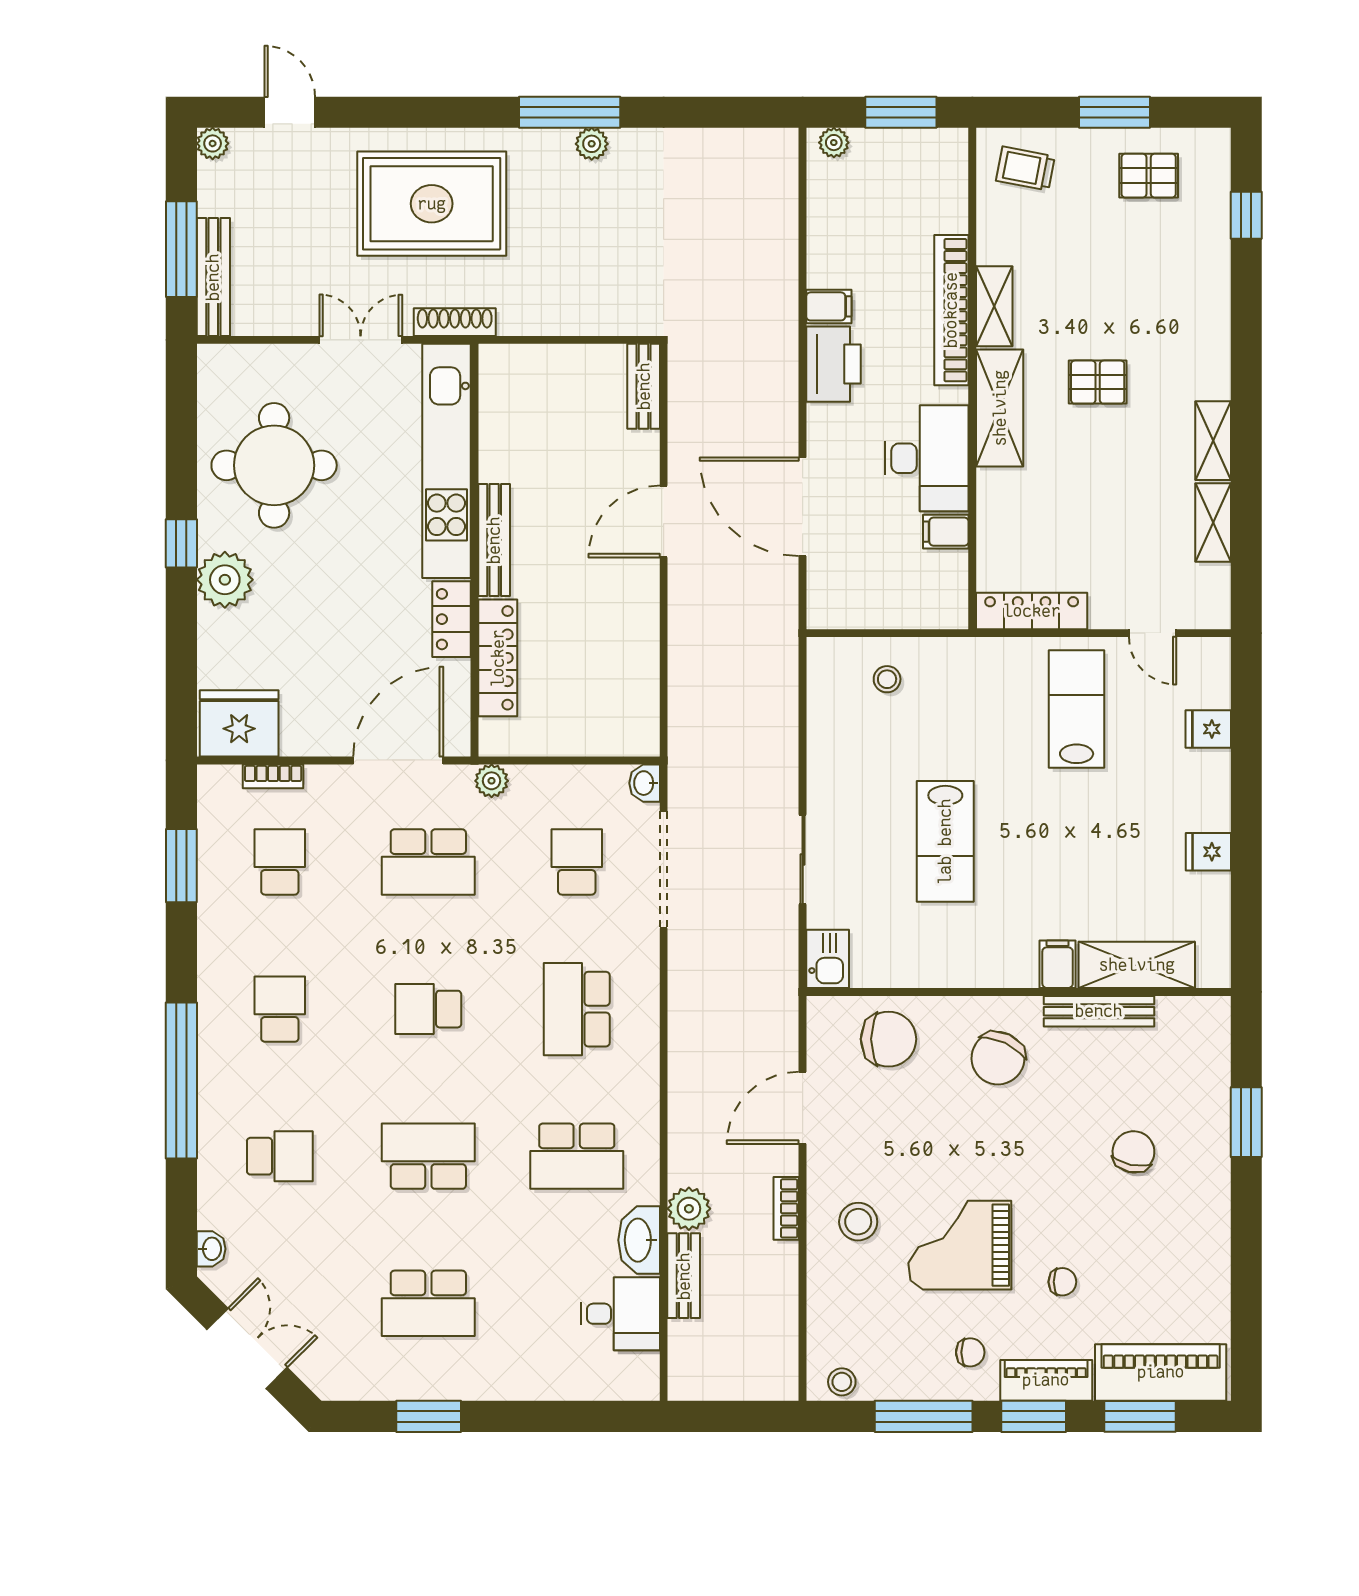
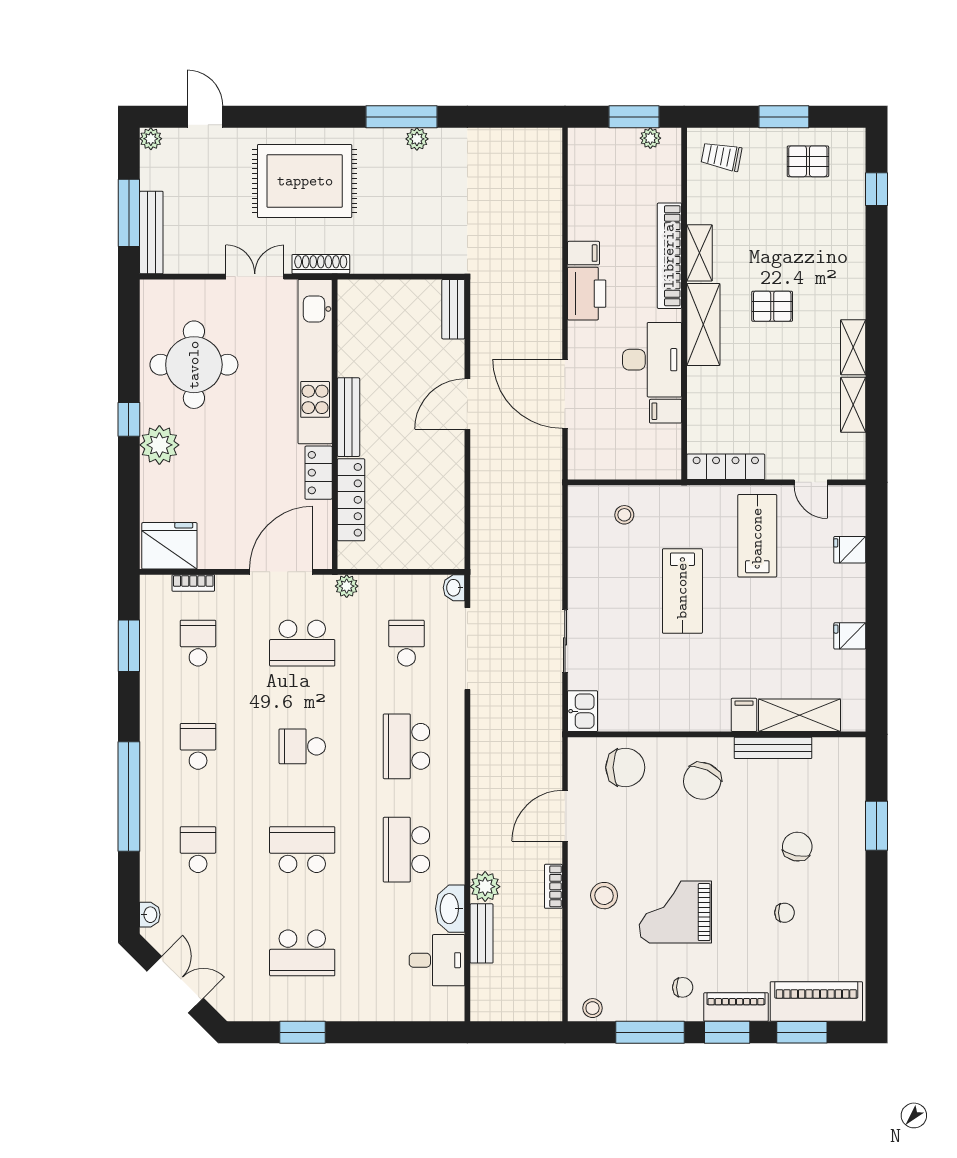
plant: (834, 143) -> (650, 138), moved
lab bench: (945, 841) -> (682, 591), moved
school desk: (280, 1156) -> (198, 850), turned -90
school desk: (577, 1156) -> (406, 850), turned 90
chair: (1062, 1282) -> (785, 913), moved

